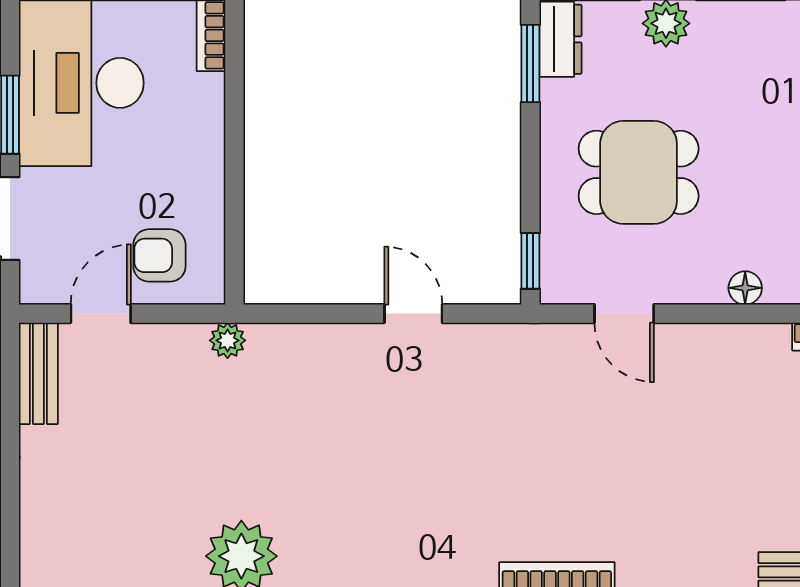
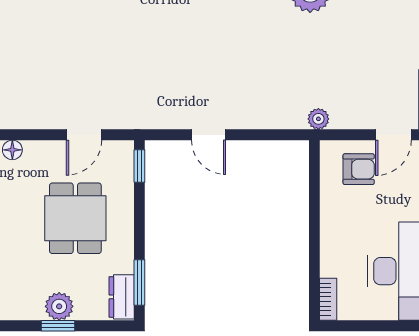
dining table: (639, 172) -> (75, 218), turned 90
door: (624, 314) -> (84, 135), swing flipped

